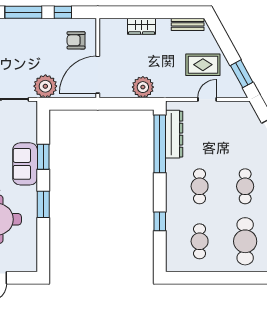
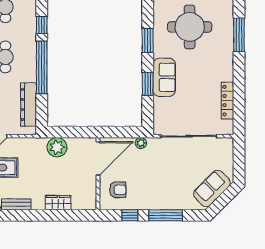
plant: (45, 86) -> (141, 143), width x0.53, depth x0.53
window: (160, 144) -> (42, 67), moved

